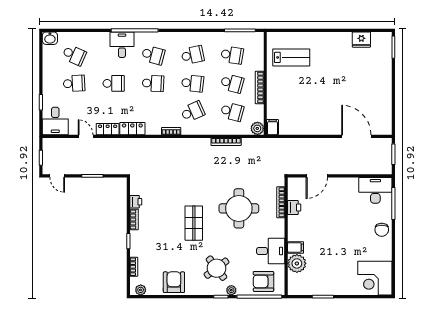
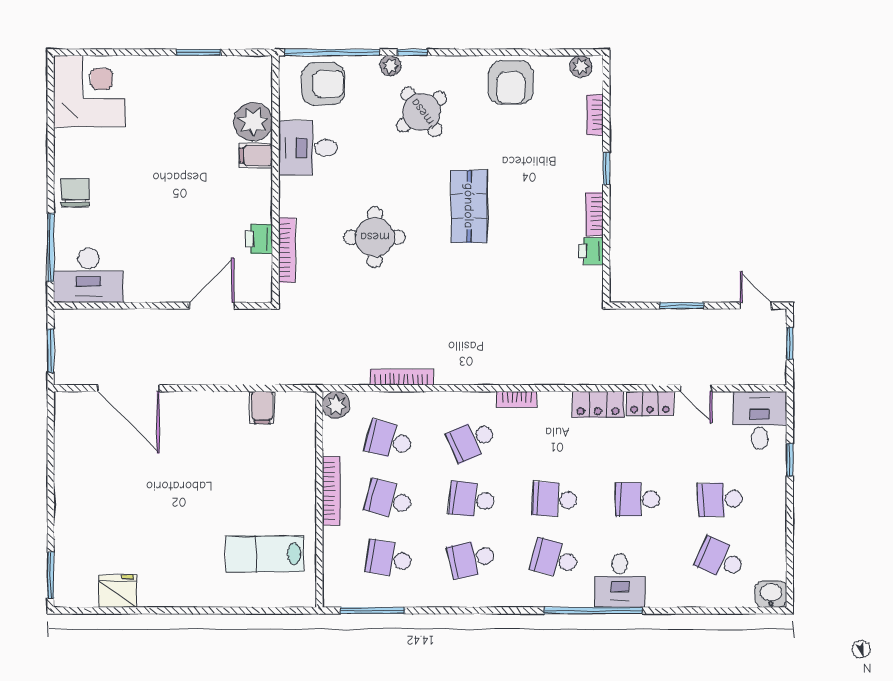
filing cabinet: (273, 127) -> (262, 408), moved
round table: (239, 208) -> (375, 237), width x0.73, depth x0.73

